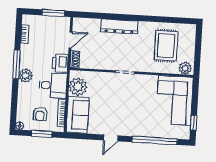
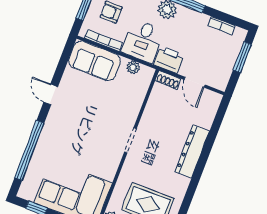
window: (54, 13) -> (242, 57), moved
plant: (78, 87) -> (133, 67), width x0.53, depth x0.53

